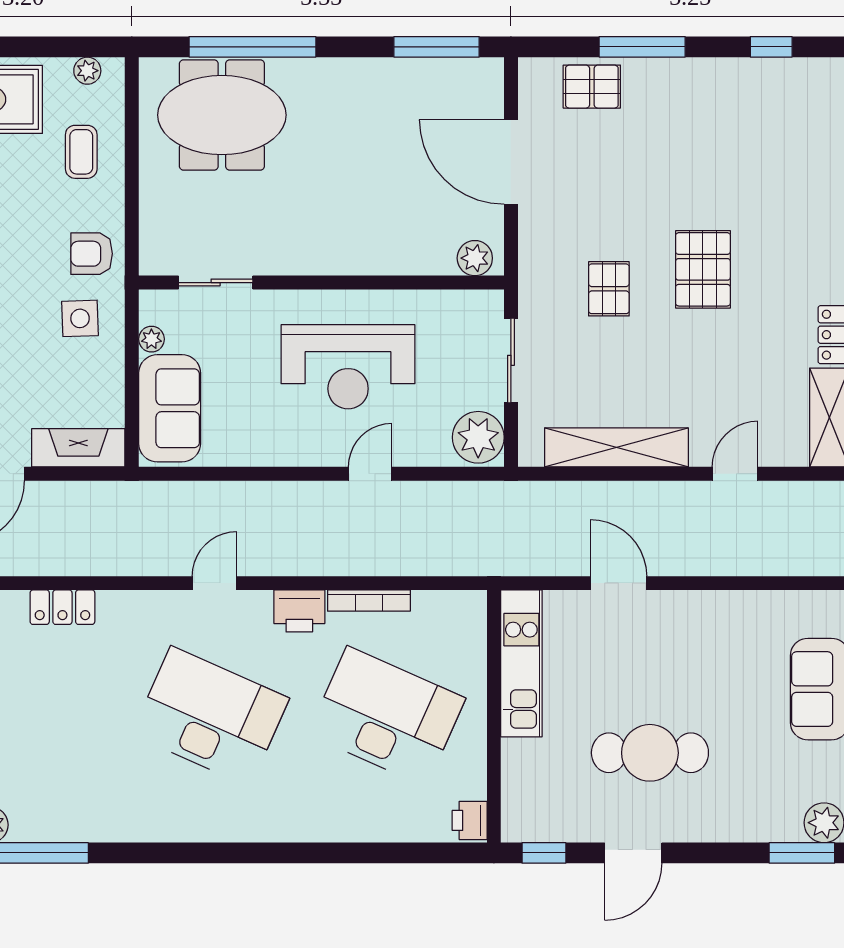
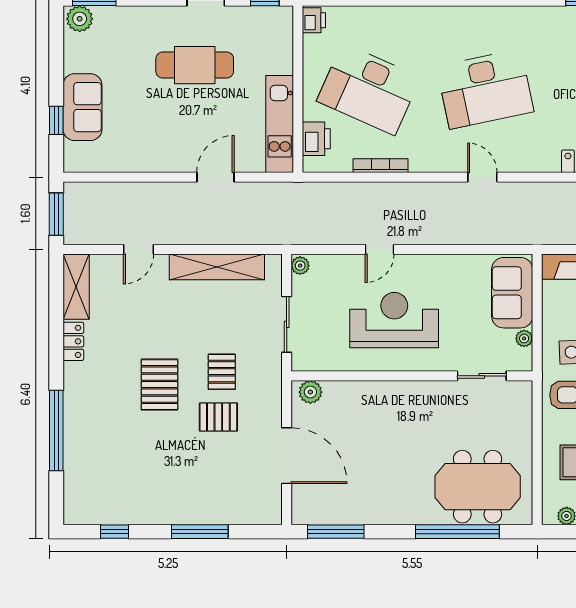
pallet: (592, 87) -> (218, 417), moved
plant: (478, 437) -> (300, 266), width x0.53, depth x0.53
door: (215, 583) -> (482, 177), swing flipped
door: (618, 583) -> (215, 177), swing flipped
printer: (299, 611) -> (316, 139), moved, turned 90
desk: (210, 716) -> (485, 89), turned -36

